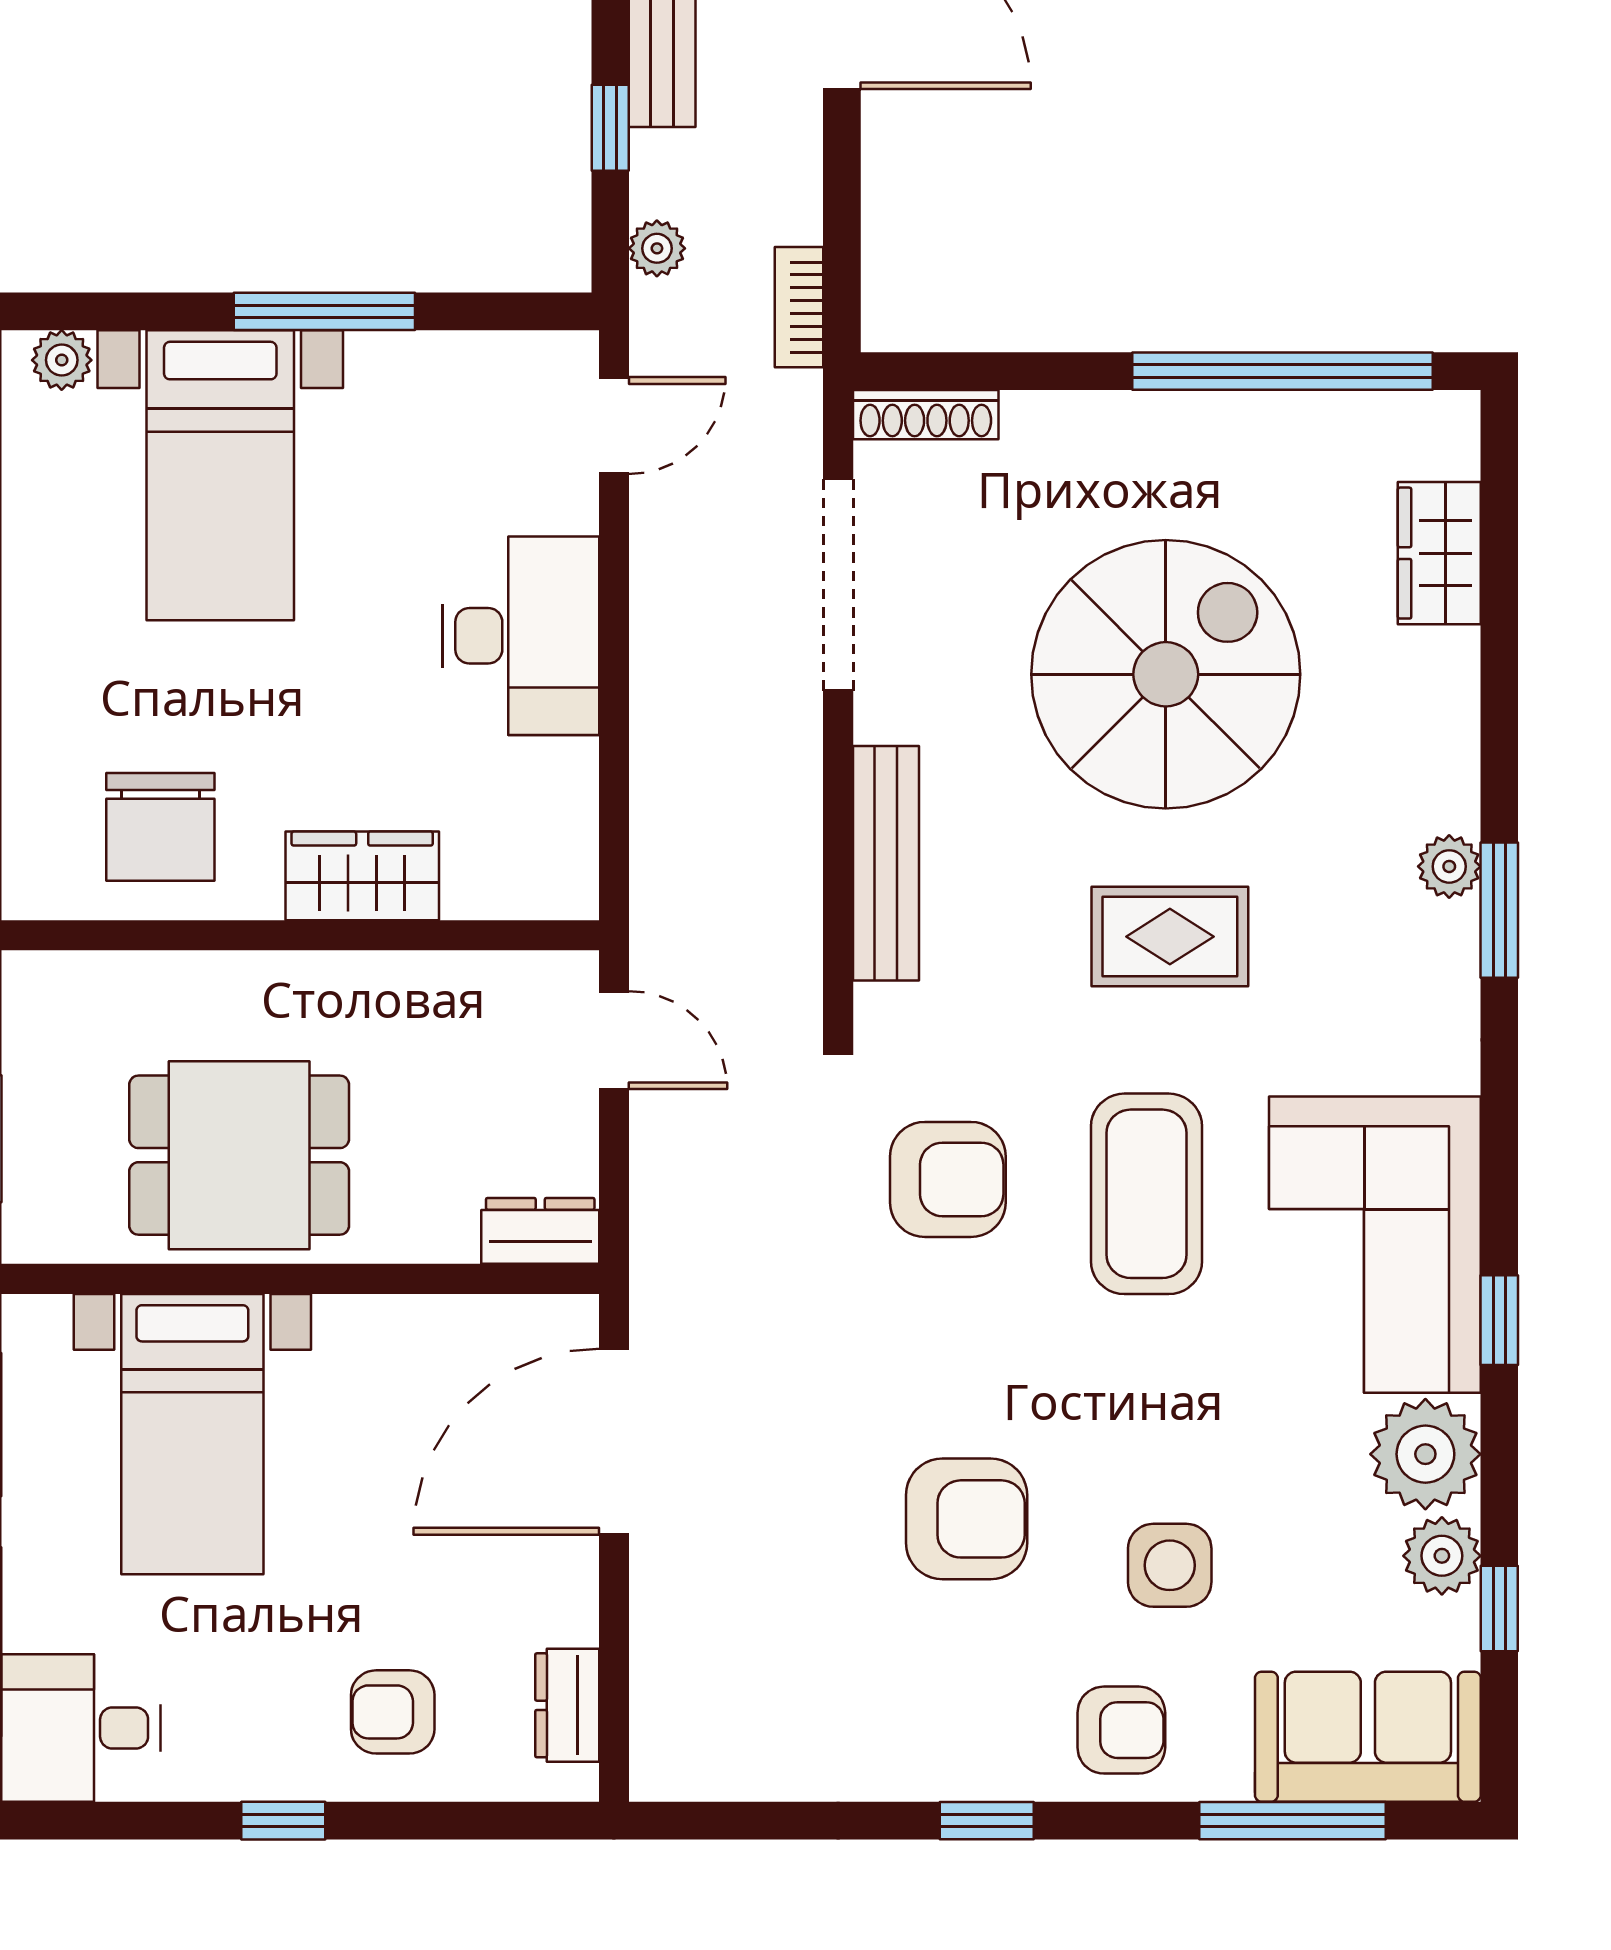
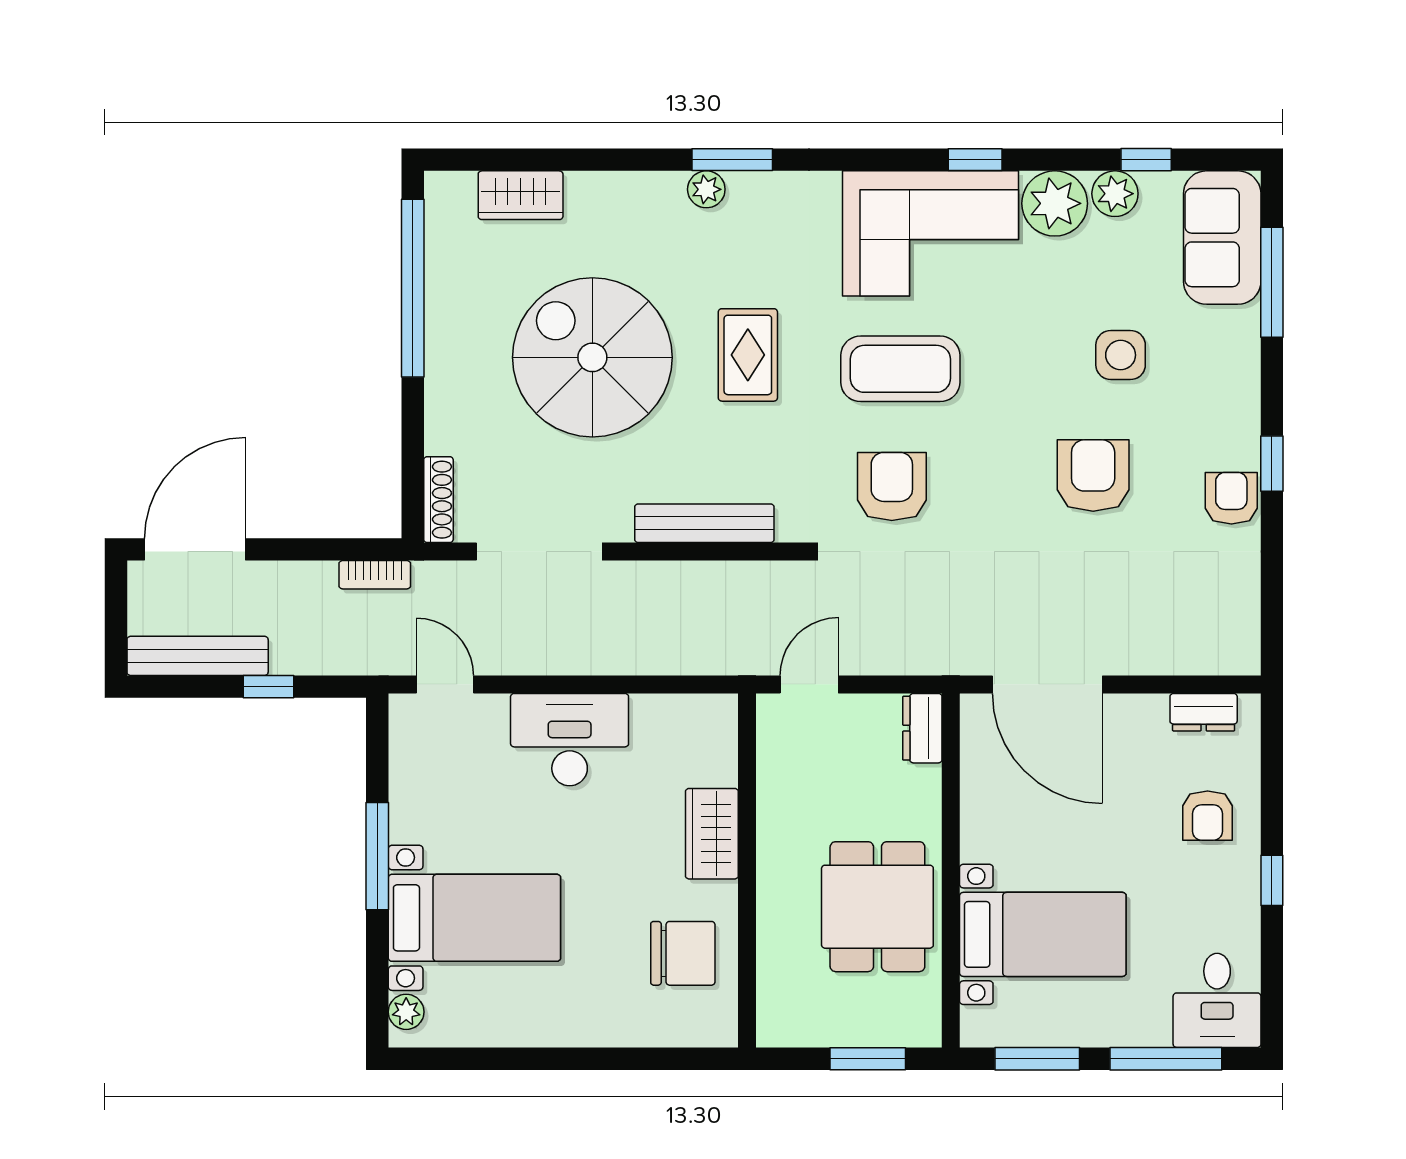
plant: (657, 248) -> (340, 659), removed
armchair: (1121, 1730) -> (1231, 498), moved

